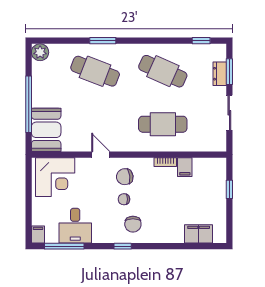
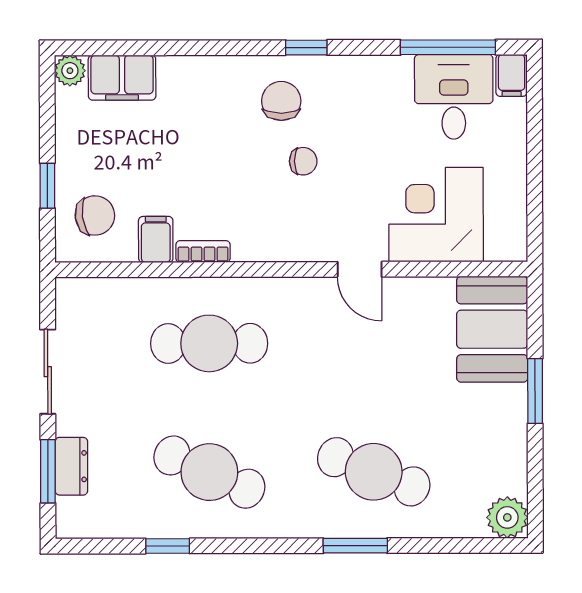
window: (201, 41) -> (168, 546), moved
window: (29, 104) -> (535, 391), width x0.47
corner desk: (55, 177) -> (436, 215), moved
chair: (125, 177) -> (95, 215), moved
desk: (75, 226) -> (454, 97), moved
plant: (220, 237) -> (70, 71), added

